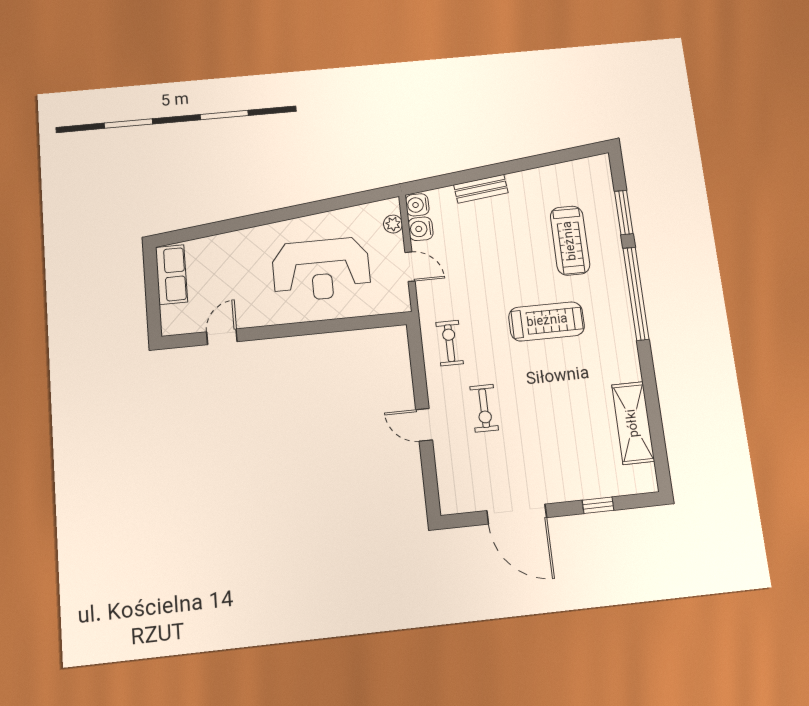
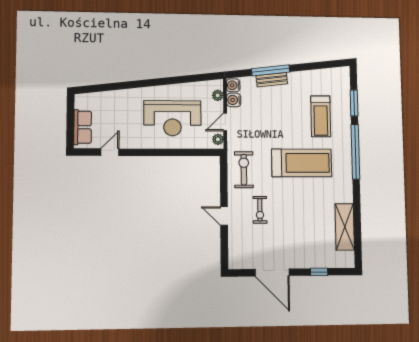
window: (477, 174) -> (271, 70), added
door: (410, 267) -> (225, 122), swing flipped
row of seats: (172, 275) -> (83, 127), moved
plant: (401, 297) -> (218, 139), added
treadmill: (547, 321) -> (302, 163), width x1.37, depth x1.38
exercise bike: (450, 343) -> (244, 170), width x1.38, depth x1.39

